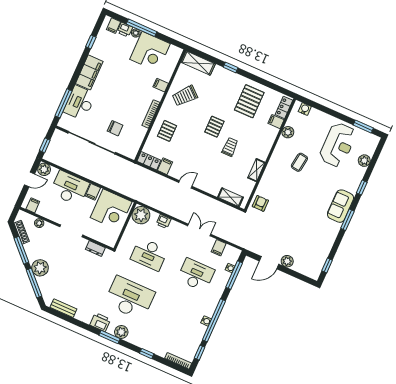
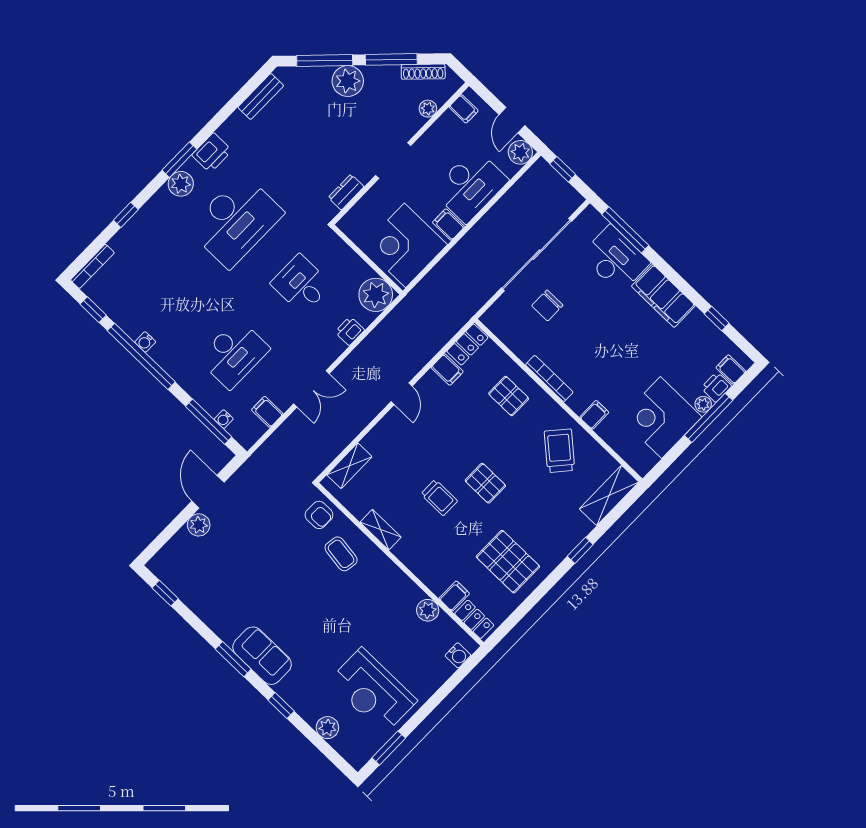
coffee table: (299, 162) -> (341, 554), moved
desk: (149, 254) -> (301, 284), width x0.73

